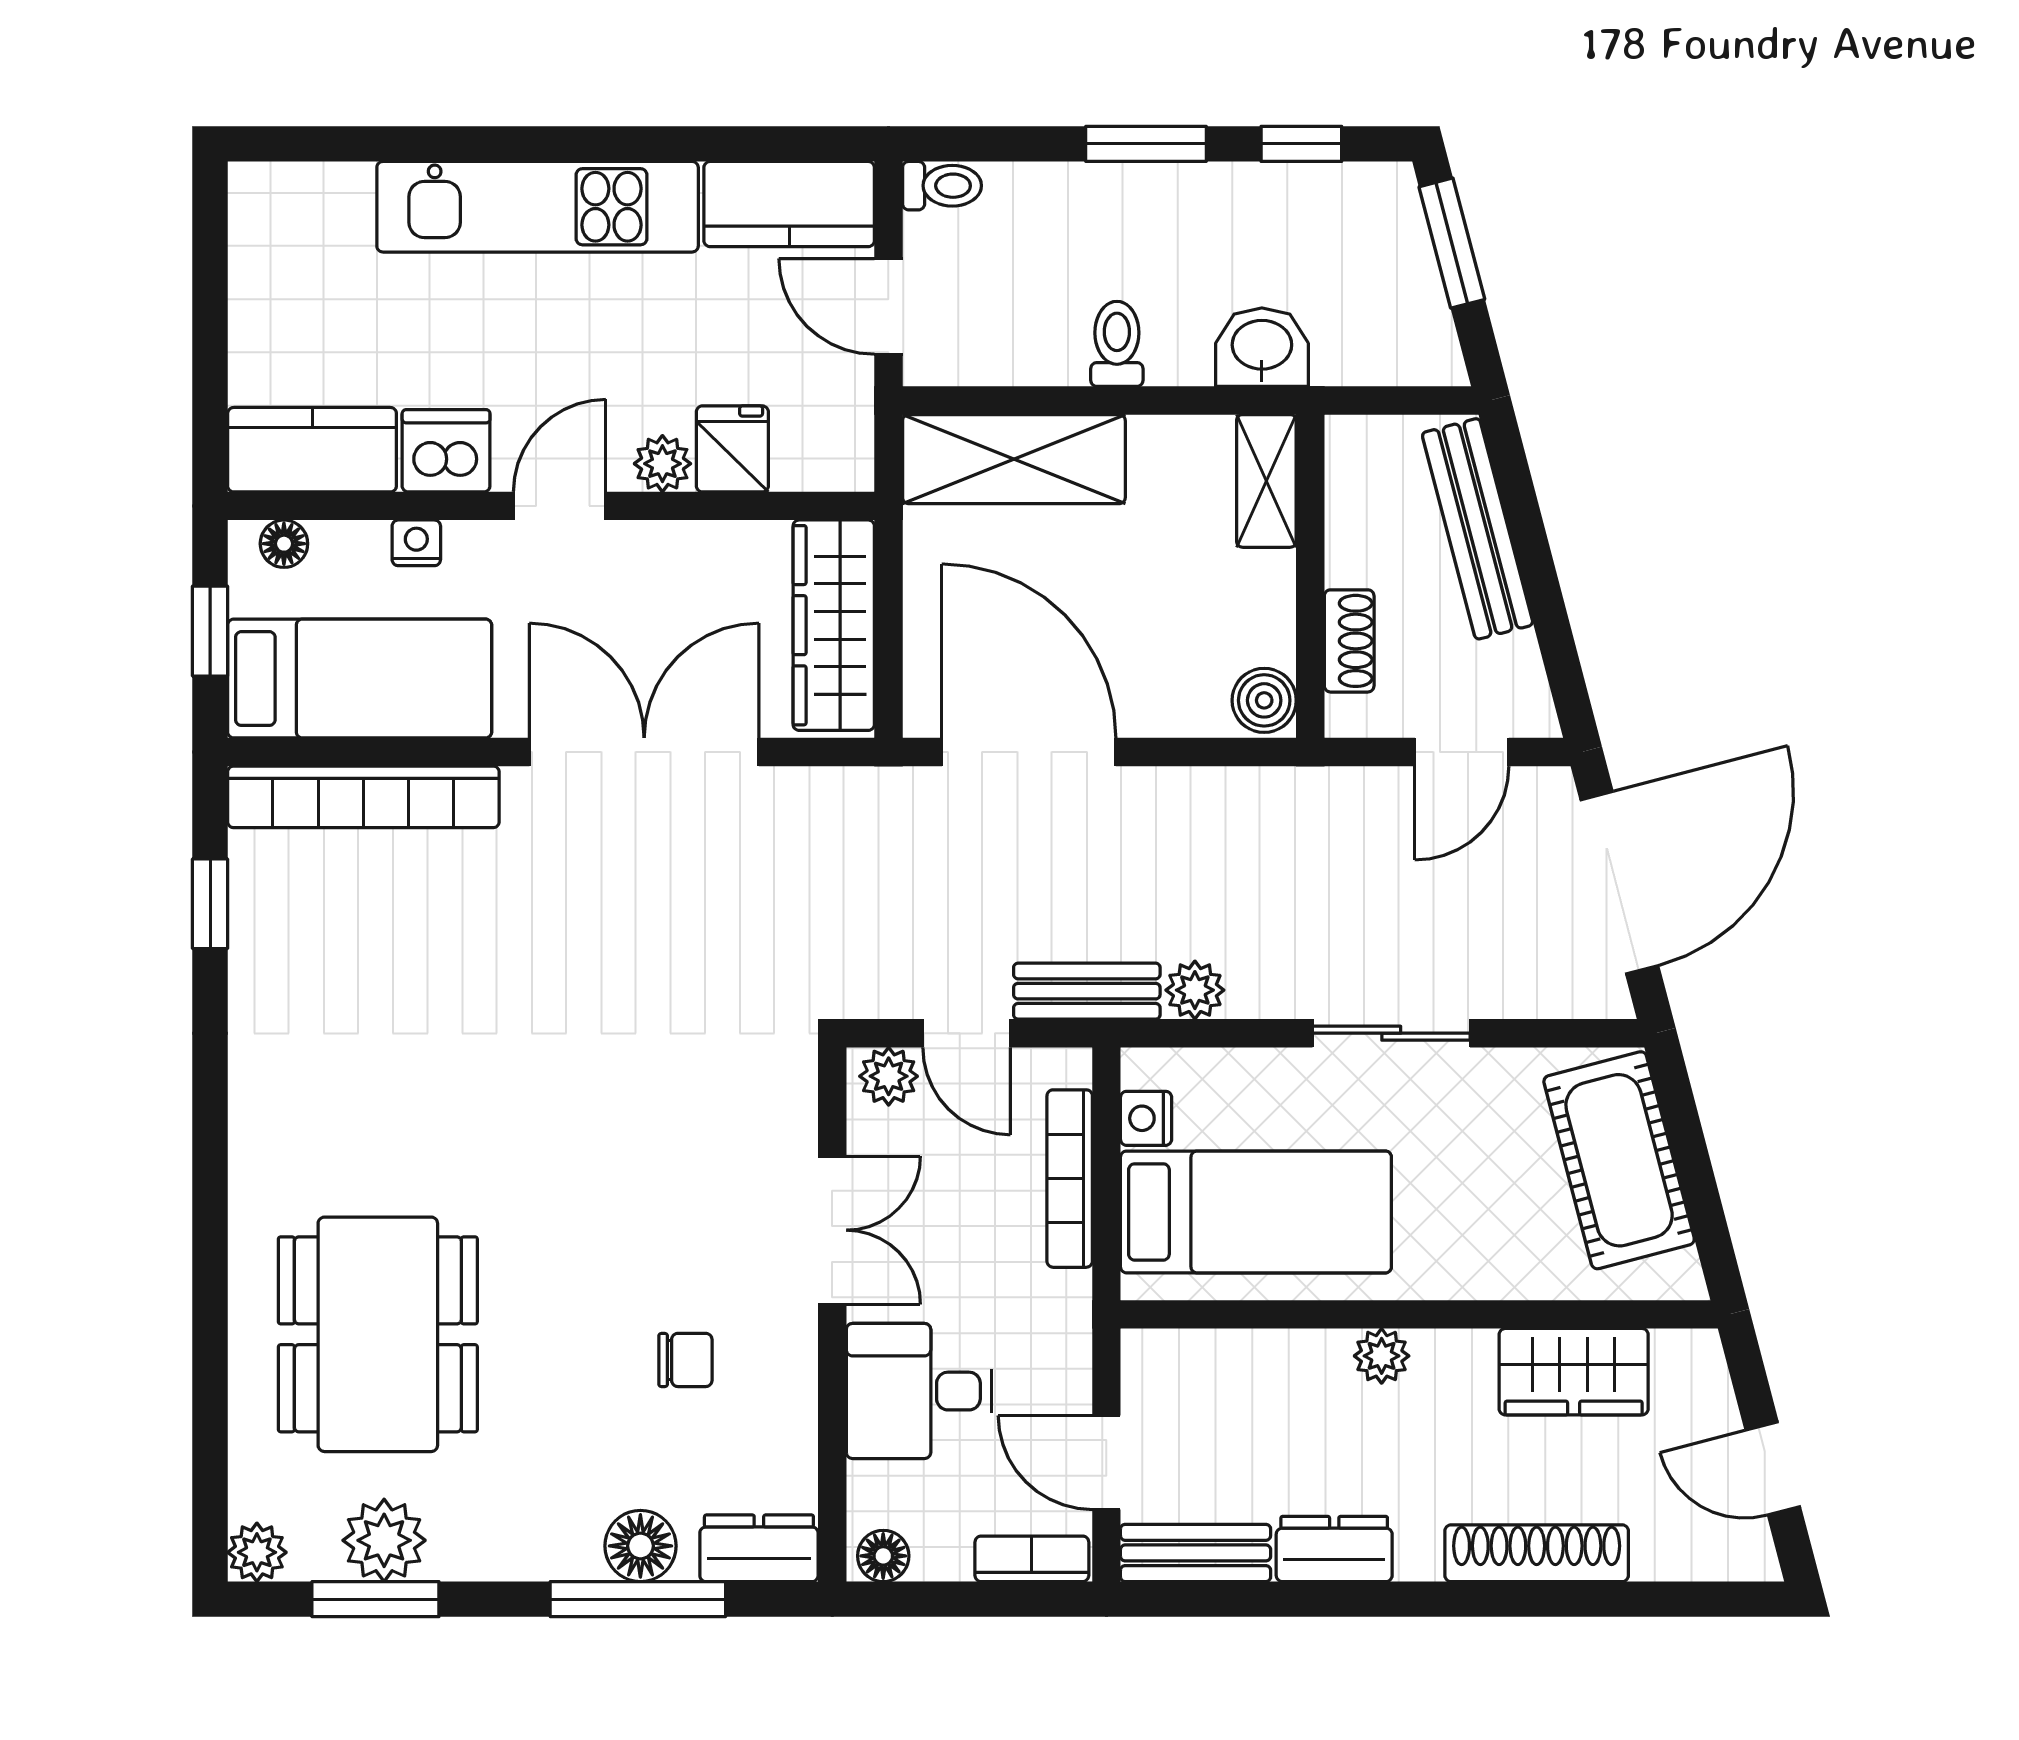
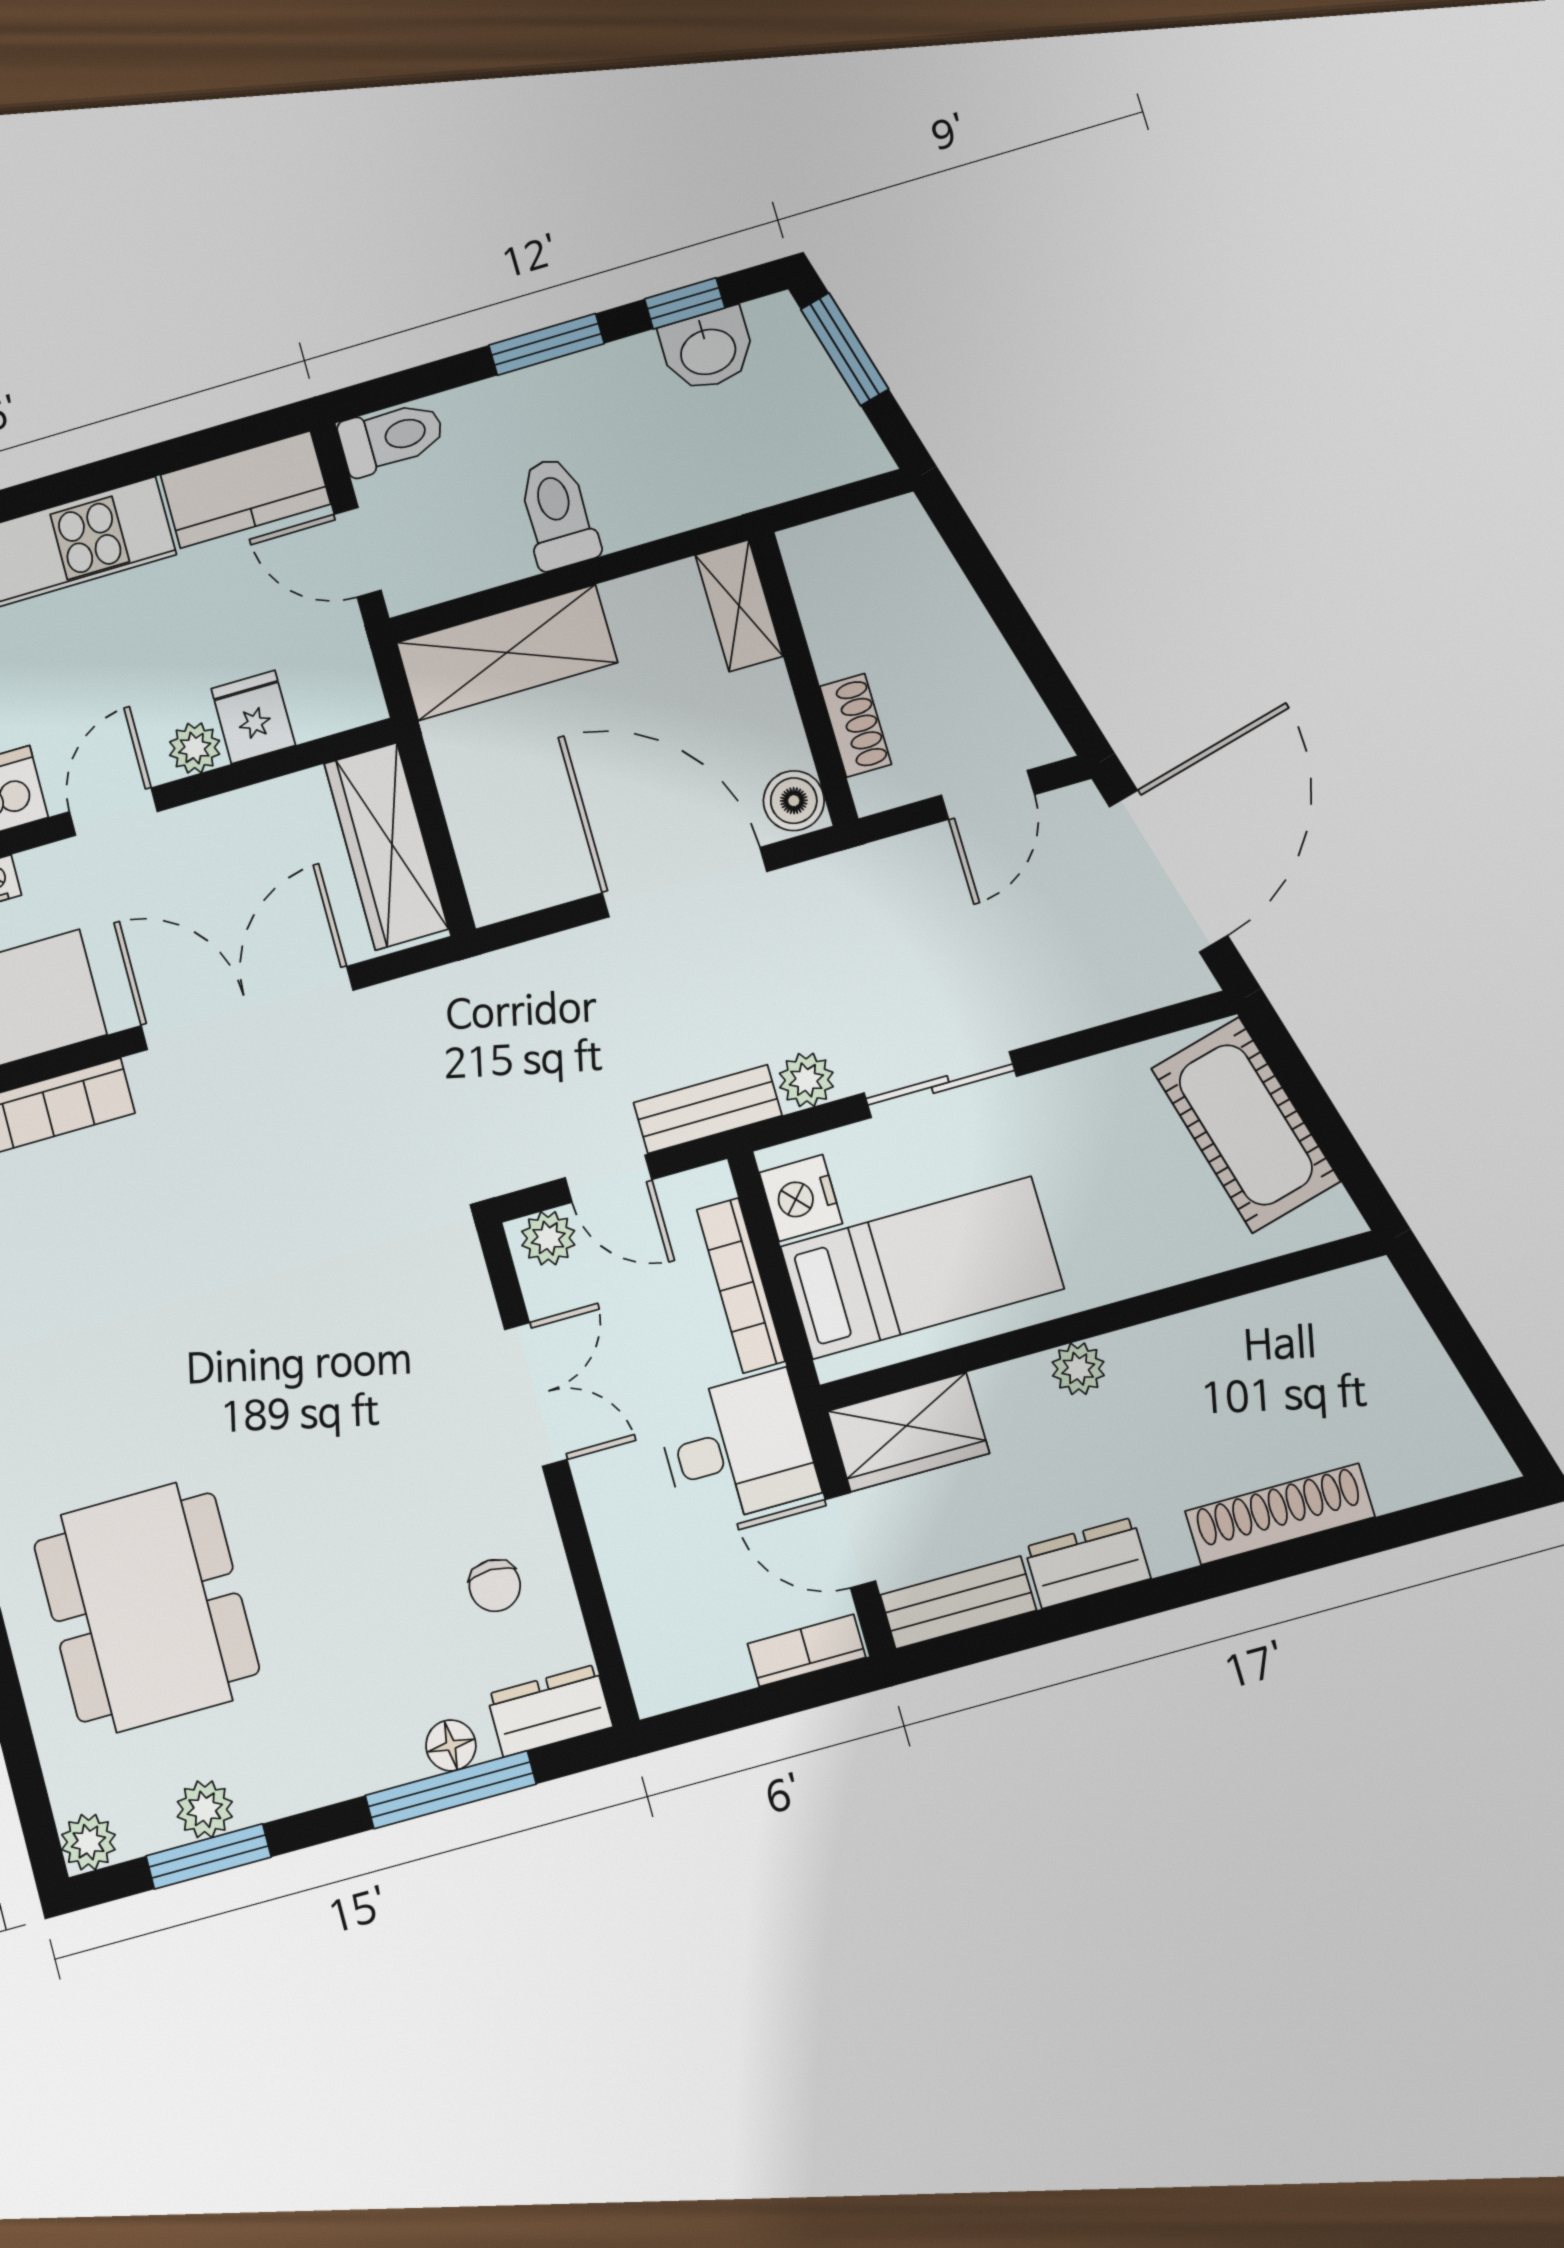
toilet: (942, 186) -> (392, 438), width x1.37, depth x1.39
toilet: (1117, 344) -> (557, 513), width x1.37, depth x1.39
washbasin: (1262, 347) -> (708, 350), moved, turned 180
bench: (1478, 529) -> (943, 592), removed
door: (1029, 752) -> (684, 882), moved
sliding door: (1391, 1033) -> (940, 1085), moved
nightstand: (1146, 1118) -> (801, 1198), width x1.39, depth x1.35
chair: (685, 1360) -> (495, 1586), moved, turned 90
wardrobe: (1574, 1372) -> (908, 1432), moved
desk: (919, 1391) -> (737, 1448), moved, turned 180
door: (1773, 1468) -> (1479, 1372), removed
plant: (384, 1540) -> (205, 1809), width x0.73, depth x0.73
floor lamp: (640, 1546) -> (451, 1745), width x0.73, depth x0.73
floor lamp: (883, 1556) -> (667, 1686), removed

